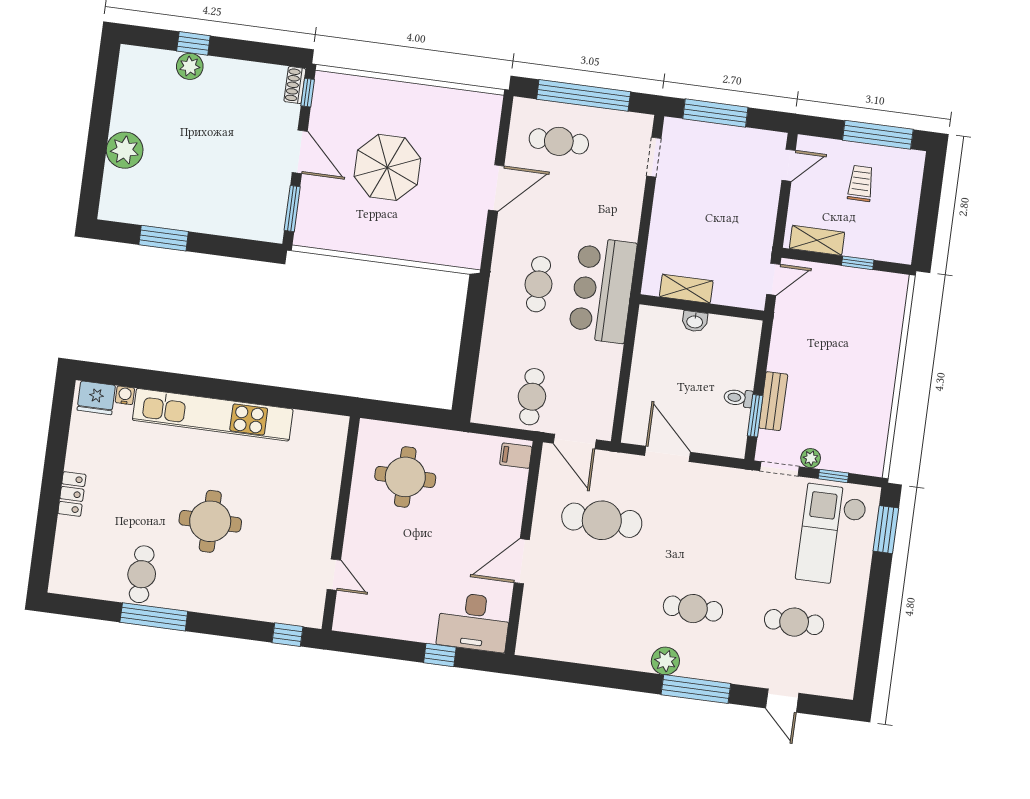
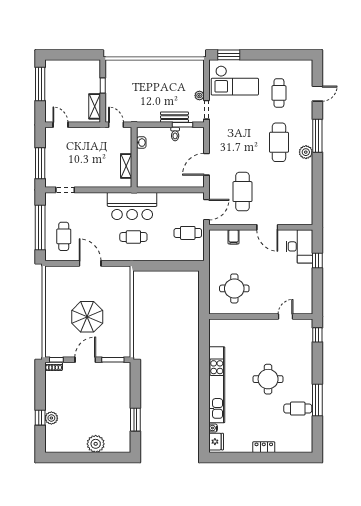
trolley: (861, 183) -> (65, 89), removed
washbasin: (695, 321) -> (141, 143), moved
filing cabinet: (516, 456) -> (234, 237), moved
window: (833, 476) -> (206, 83), removed
cafe table: (693, 609) -> (279, 142), width x1.37, depth x1.35

